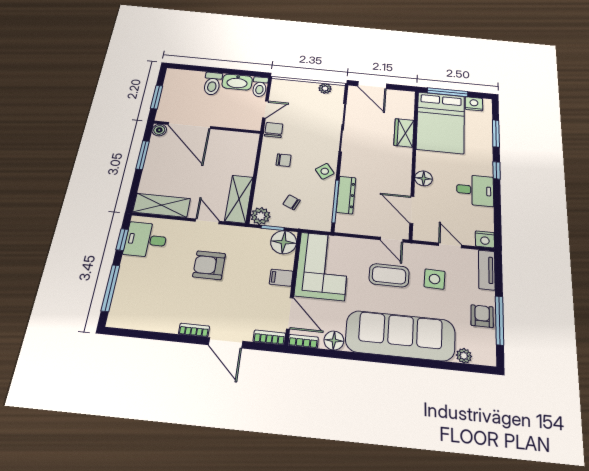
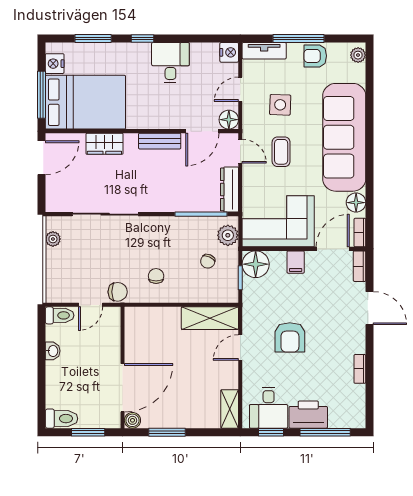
washbasin: (237, 82) -> (53, 351), width x0.52, depth x0.69
toilet: (212, 84) -> (61, 419), moved
door: (372, 85) -> (42, 158), moved
door: (265, 109) -> (91, 305), swing flipped
chair: (274, 130) -> (118, 292), turned 180
side table: (325, 171) -> (165, 229), removed
bench: (404, 175) -> (160, 141), added
floor lamp: (424, 178) -> (229, 120), moved
dresser: (346, 195) -> (229, 189), moved, turned -90
shelving: (162, 205) -> (230, 409), width x0.67, depth x0.75
plant: (260, 216) -> (228, 235), moved
door: (392, 240) -> (240, 151), hinge flipped
printer: (131, 274) -> (308, 415), added
coffee table: (389, 275) -> (281, 152), width x0.73, depth x0.77
window: (499, 320) -> (299, 39), moved
bookcase: (194, 330) -> (360, 369), moved
door: (226, 343) -> (370, 308), hinge flipped
plant: (464, 356) -> (358, 55), moved

